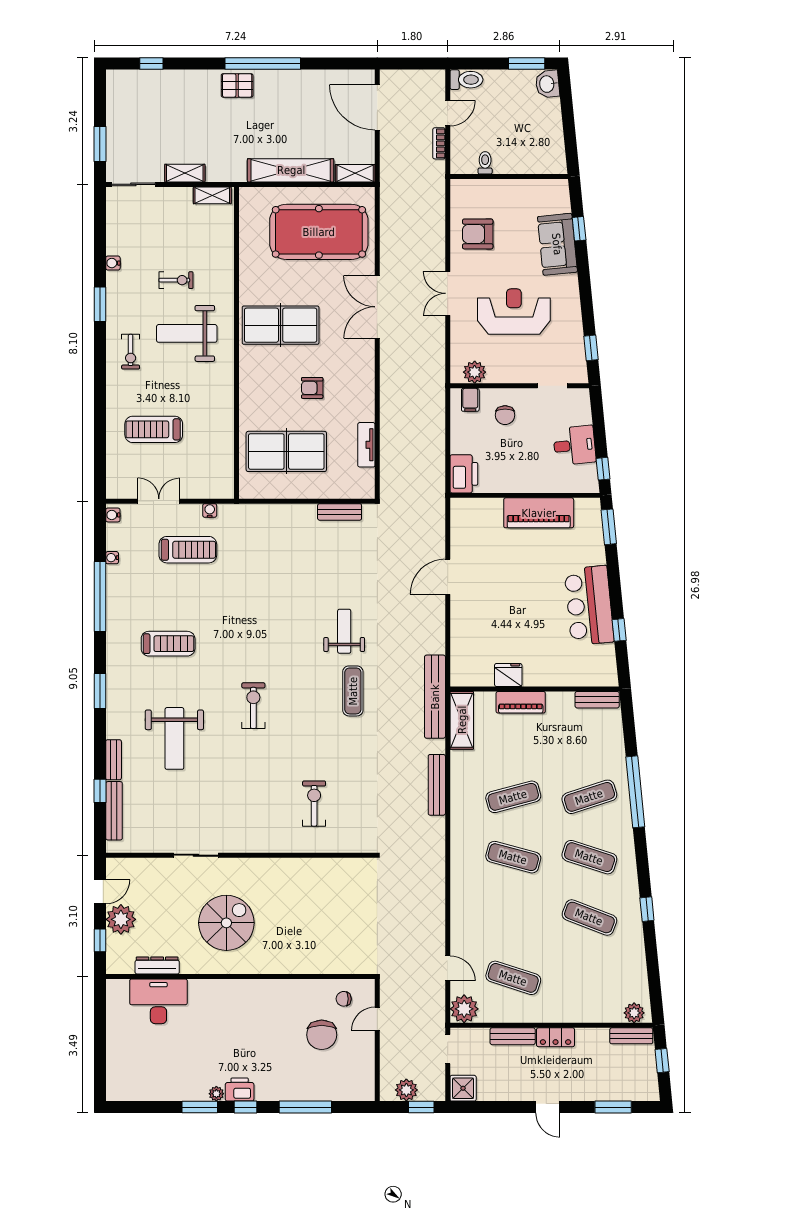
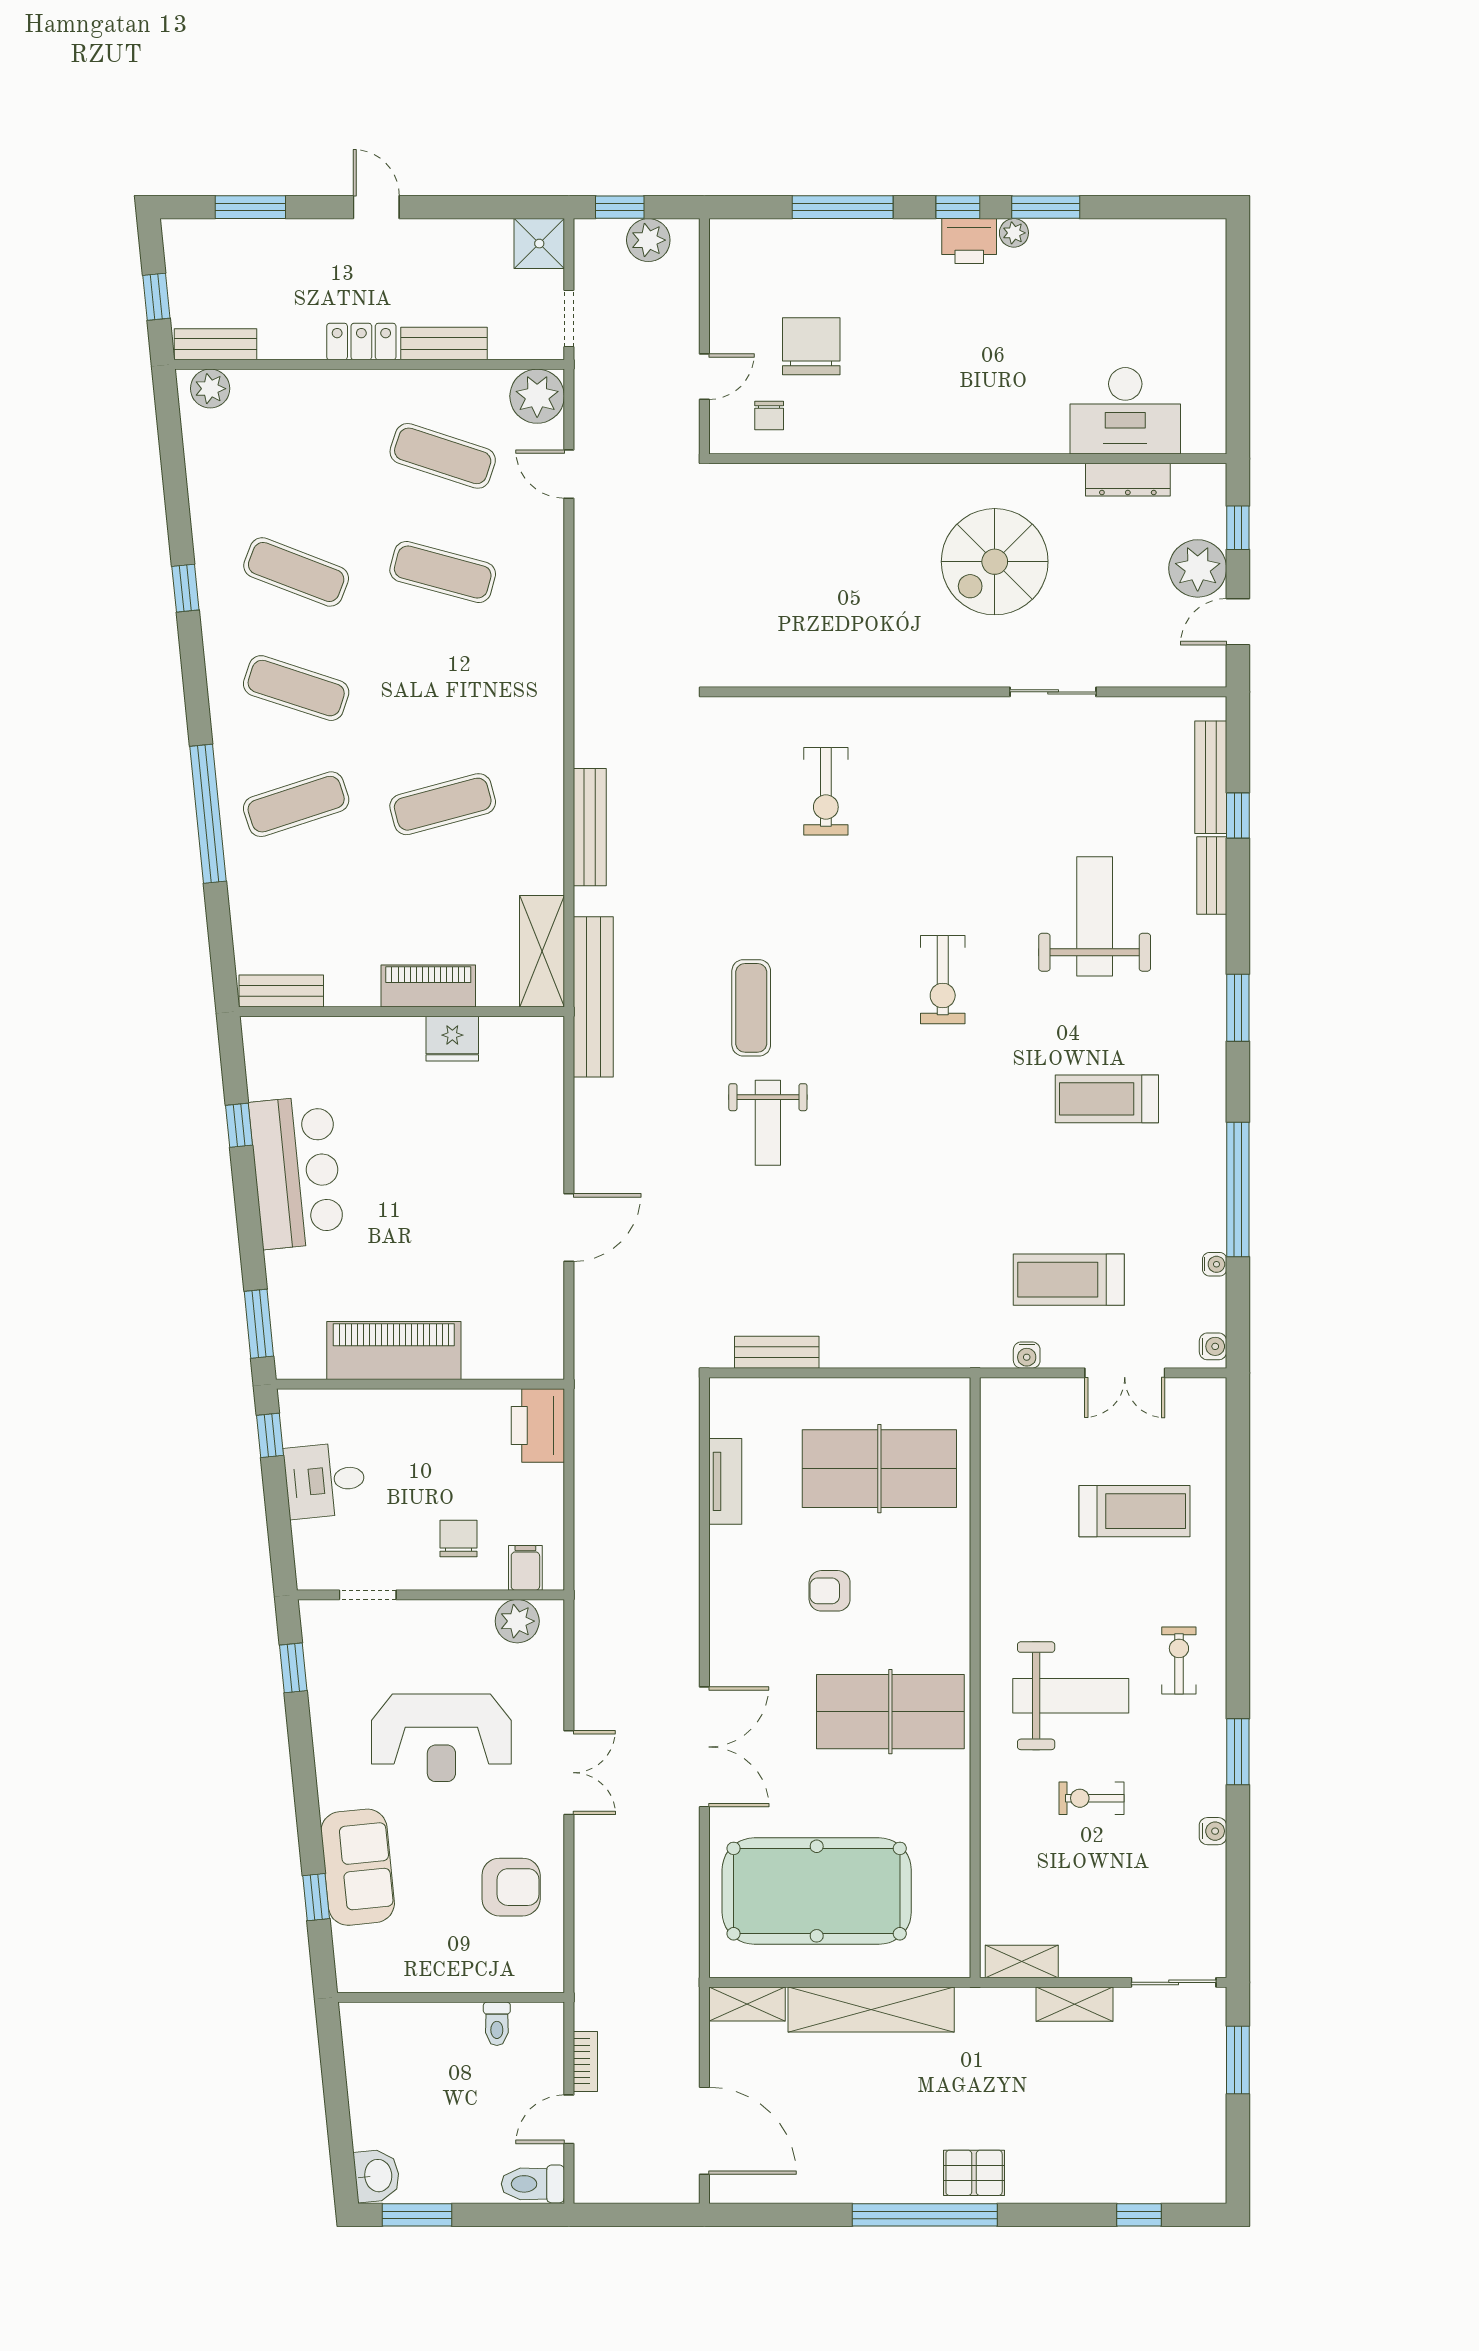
armchair: (312, 388) -> (830, 1591), turned 180
exercise mat: (513, 857) -> (443, 572), moved
chair: (344, 999) -> (769, 415), turned 90

